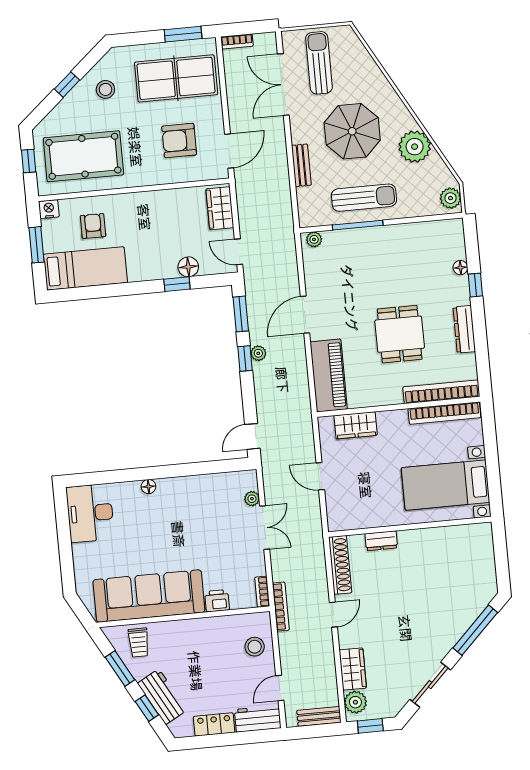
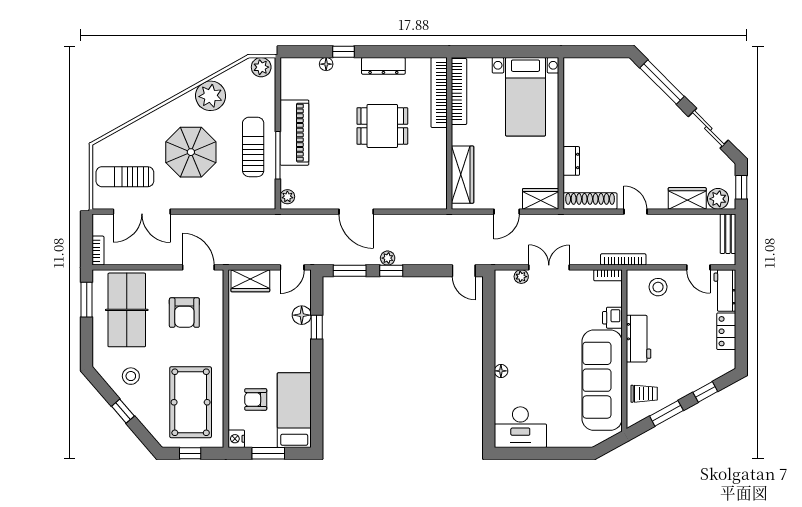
bench: (301, 165) -> (218, 202), removed
piano: (329, 375) -> (294, 133), moved, turned 90
wardrobe: (356, 425) -> (463, 175), width x1.50
wardrobe: (337, 512) -> (541, 199), added
workbench: (162, 697) -> (639, 339), moved, turned 119

